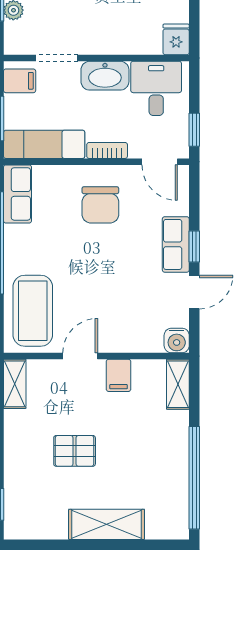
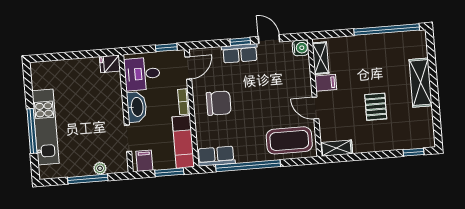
shelving: (178, 384) -> (320, 58), moved, turned 90

